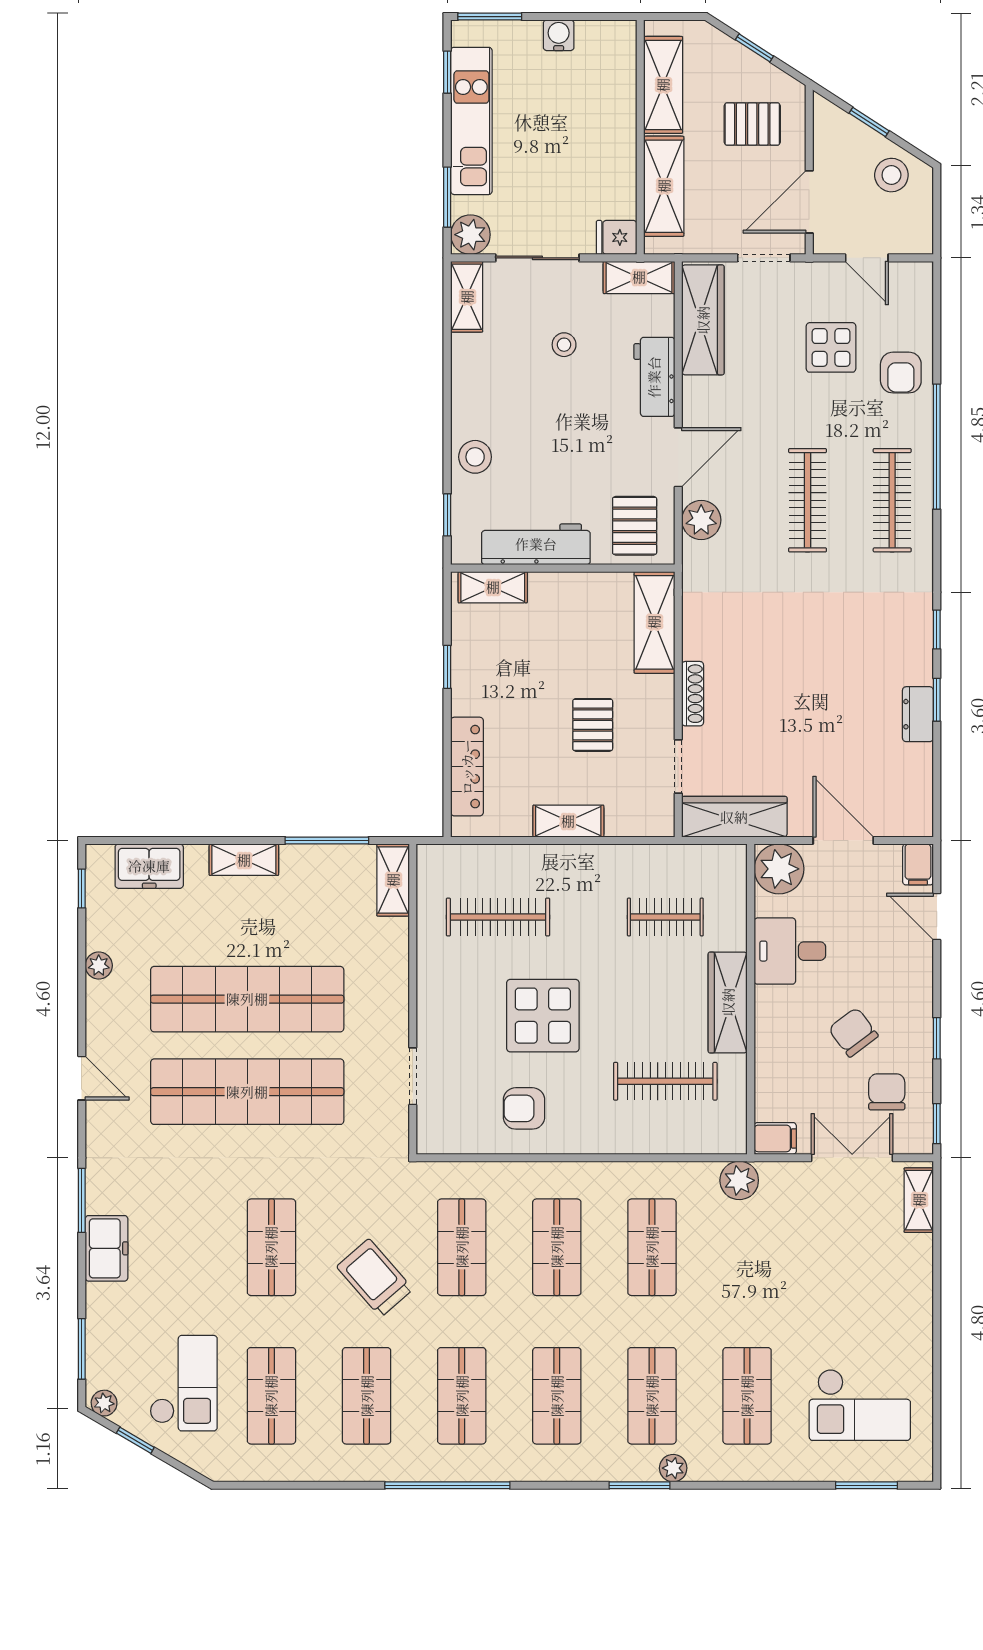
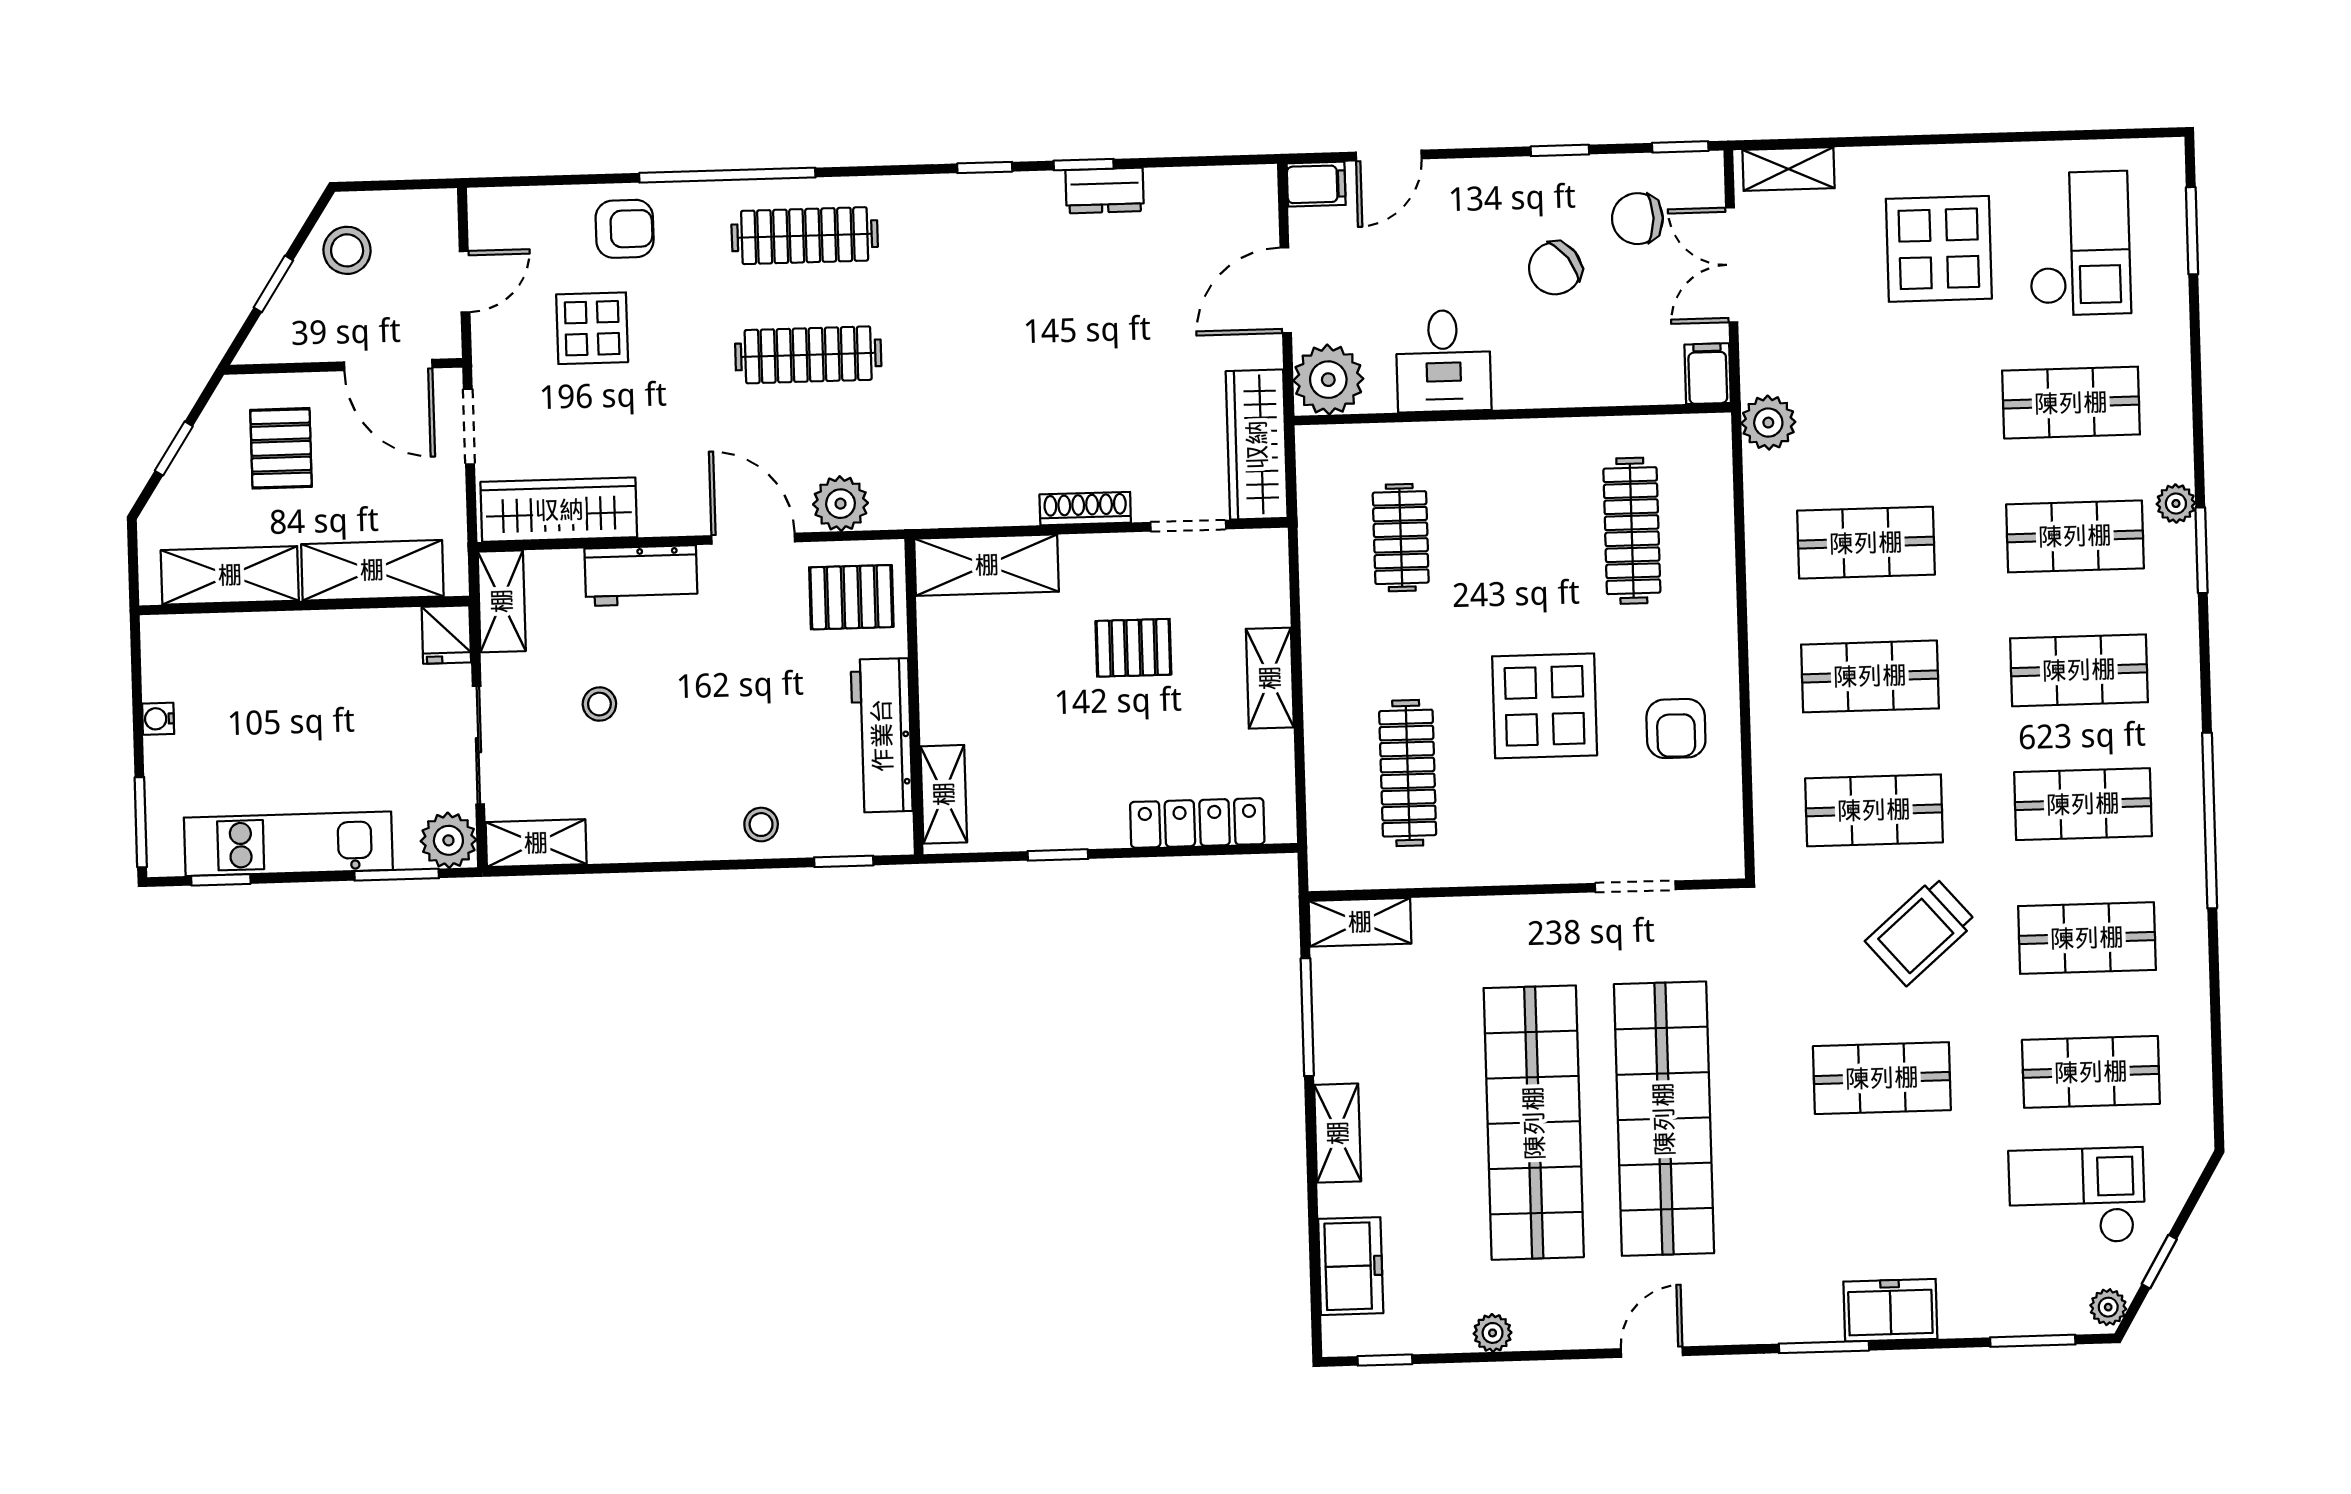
water cooler: (559, 35) -> (158, 719), width x0.72, depth x0.72
stool: (475, 457) -> (761, 825), width x0.73, depth x0.73
wardrobe: (728, 1002) -> (1518, 446), removed
display table: (859, 1305) -> (1939, 249), added

